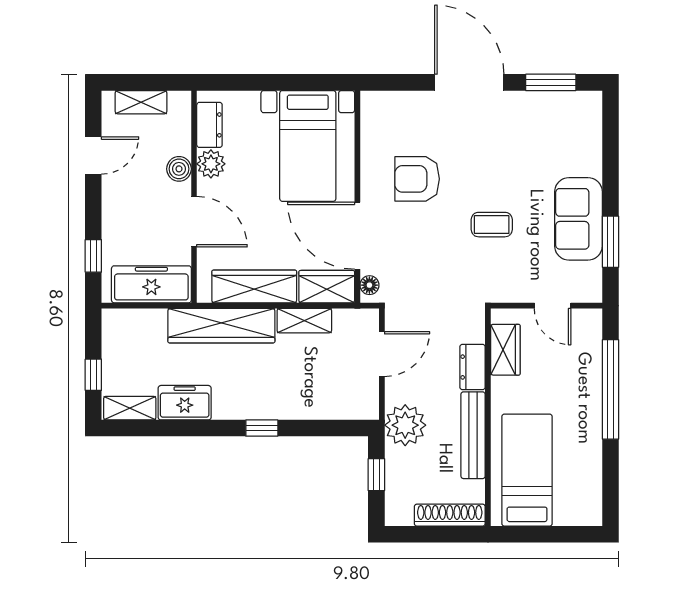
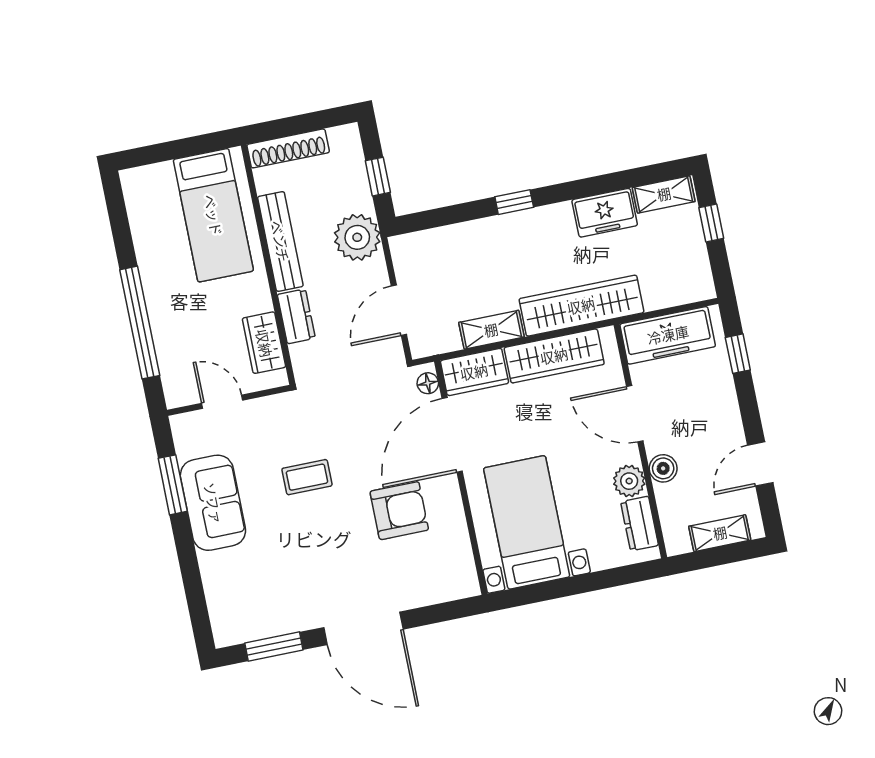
door: (357, 236) -> (452, 435), swing flipped

